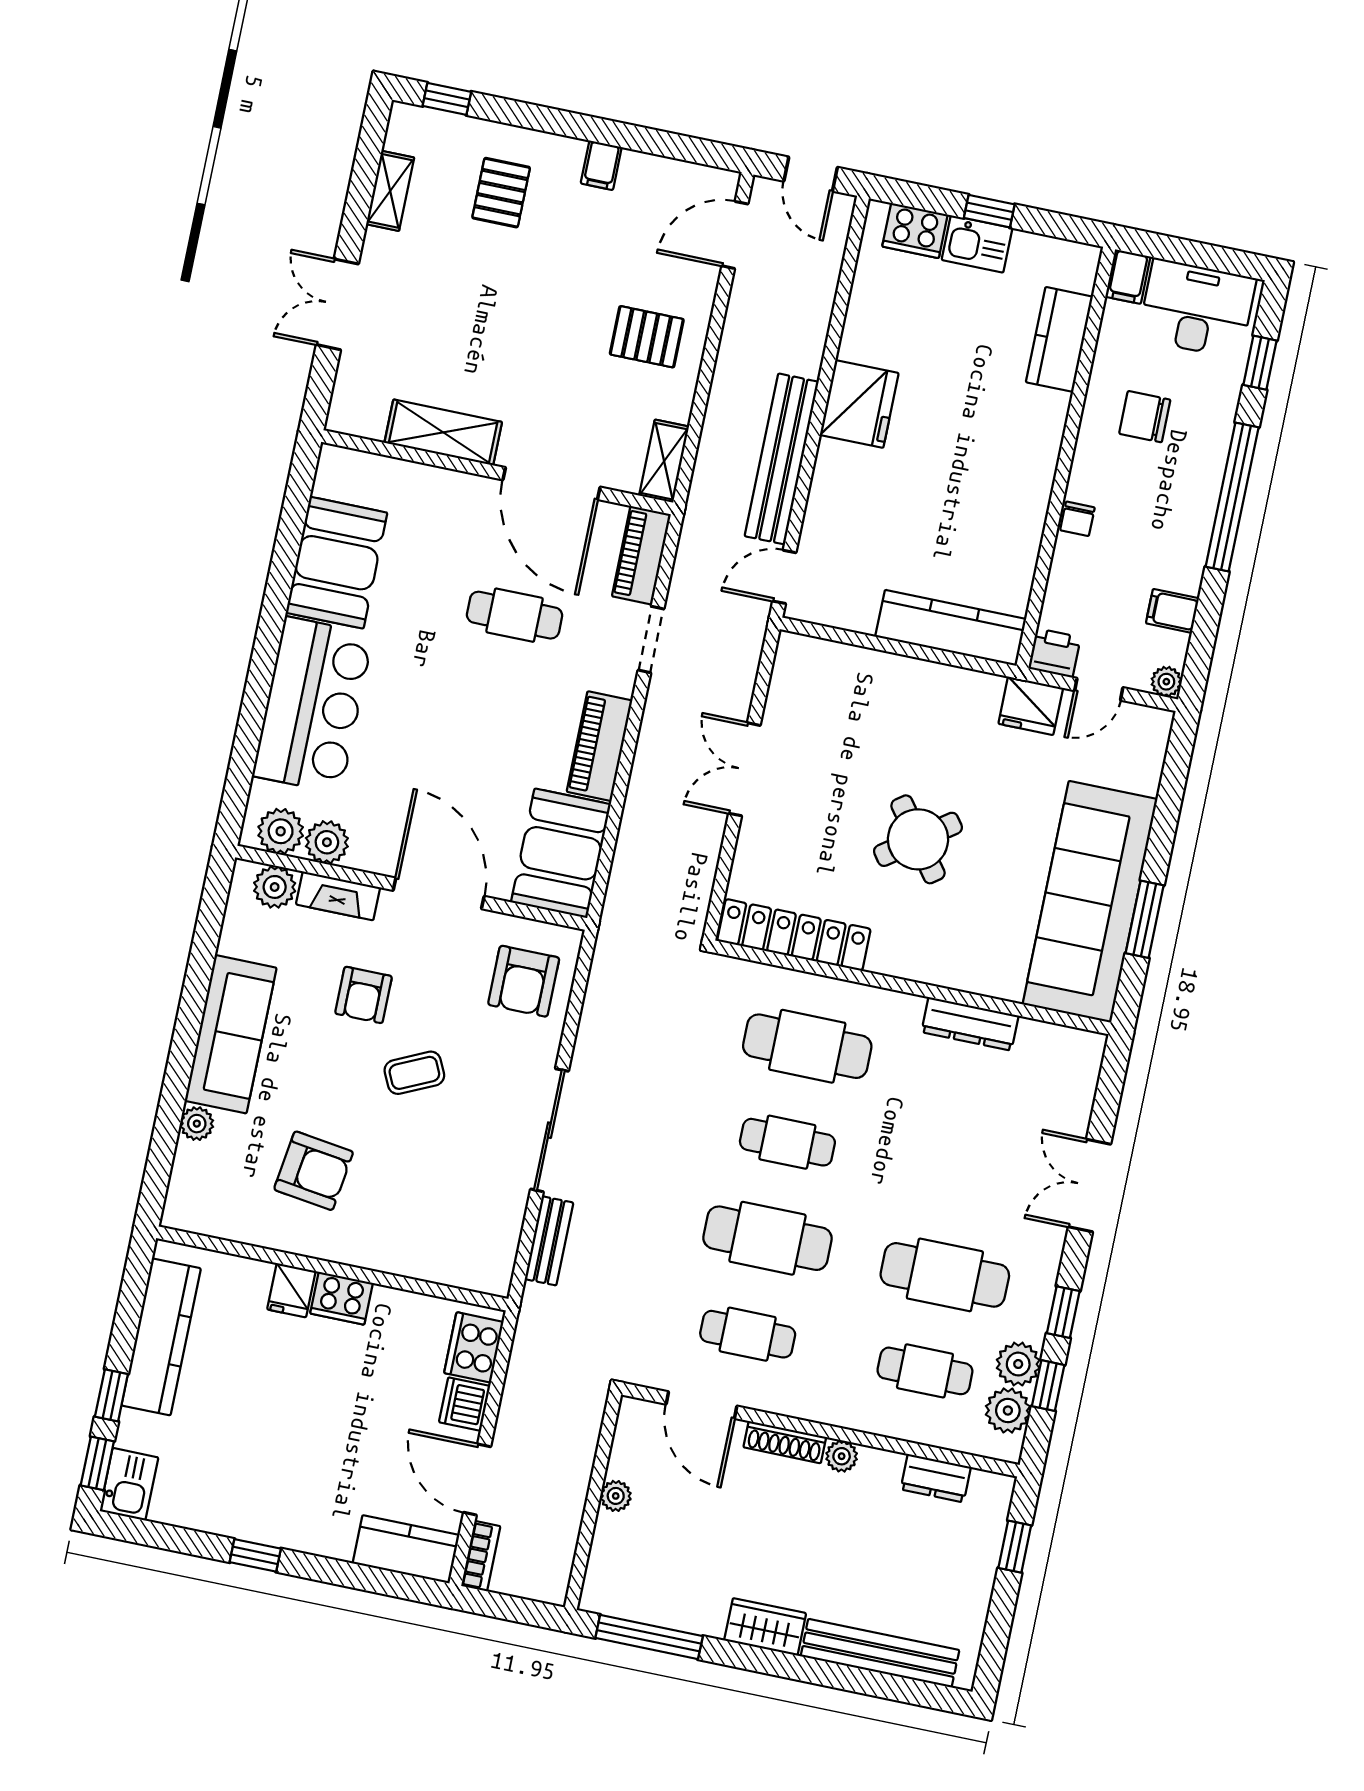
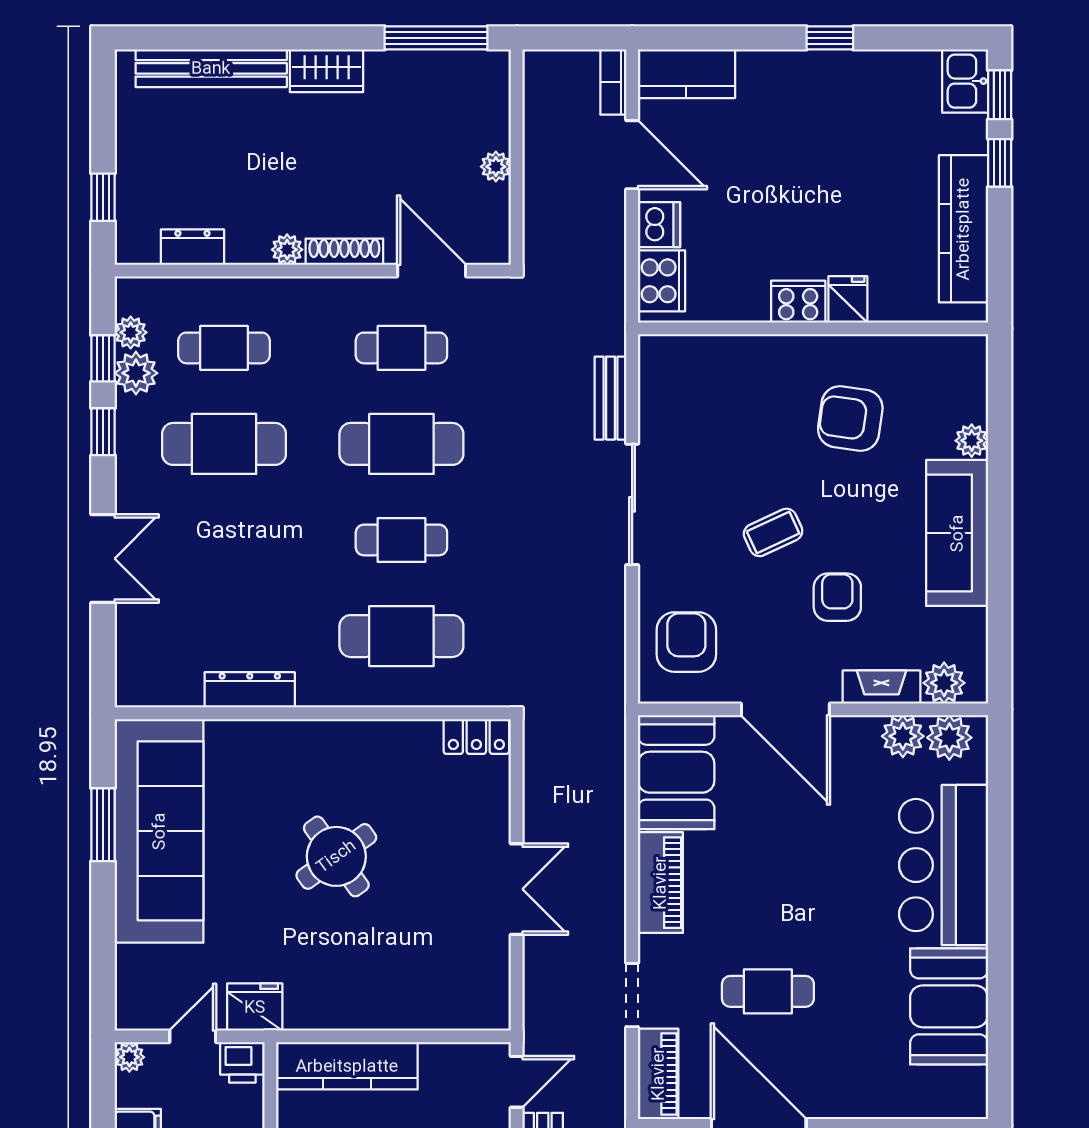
locker: (794, 935) -> (476, 736), width x0.46, depth x0.83
plant: (1008, 1410) -> (131, 332), width x0.73, depth x0.73

